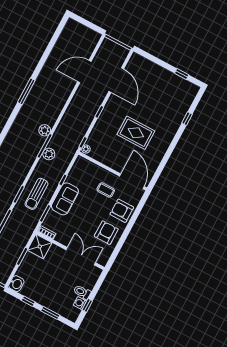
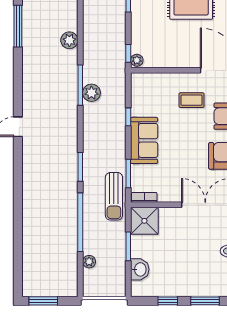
plant: (45, 130) -> (69, 40), moved
sun lounger: (36, 194) -> (114, 196), moved
washbasin: (16, 284) -> (140, 269), moved

